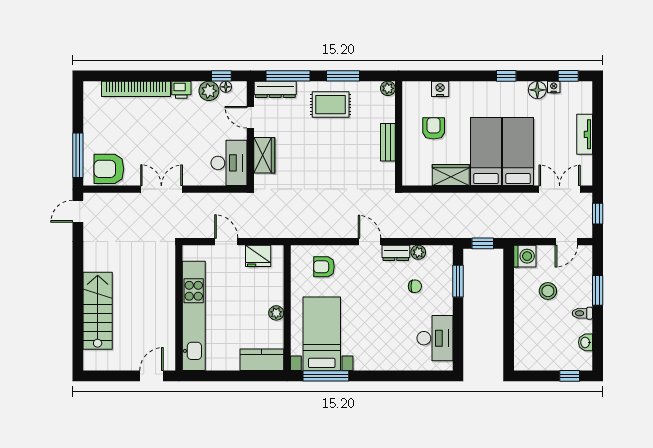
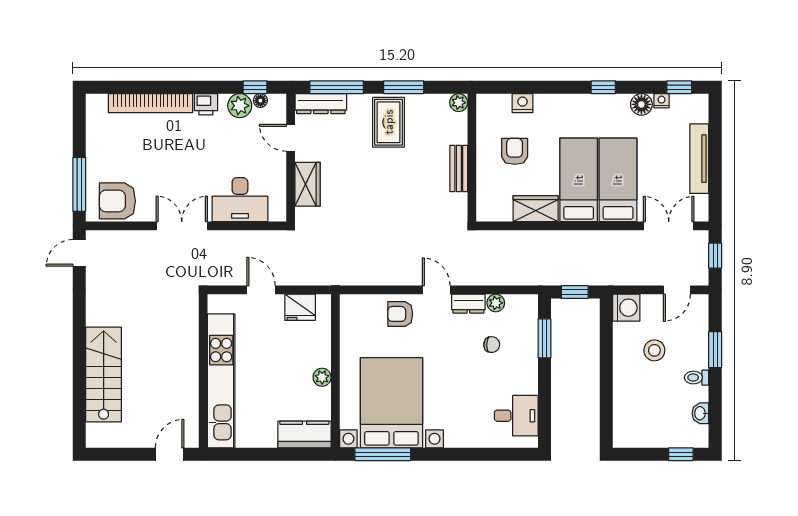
rug: (331, 105) -> (389, 122), turned 90
tv unit: (585, 134) -> (699, 159), width x1.41
desk: (229, 163) -> (240, 200), moved, turned 90
armchair: (324, 267) -> (400, 314), moved
bed with nightstands: (322, 334) -> (391, 403), width x1.36
desk: (435, 338) -> (516, 416), width x0.73

